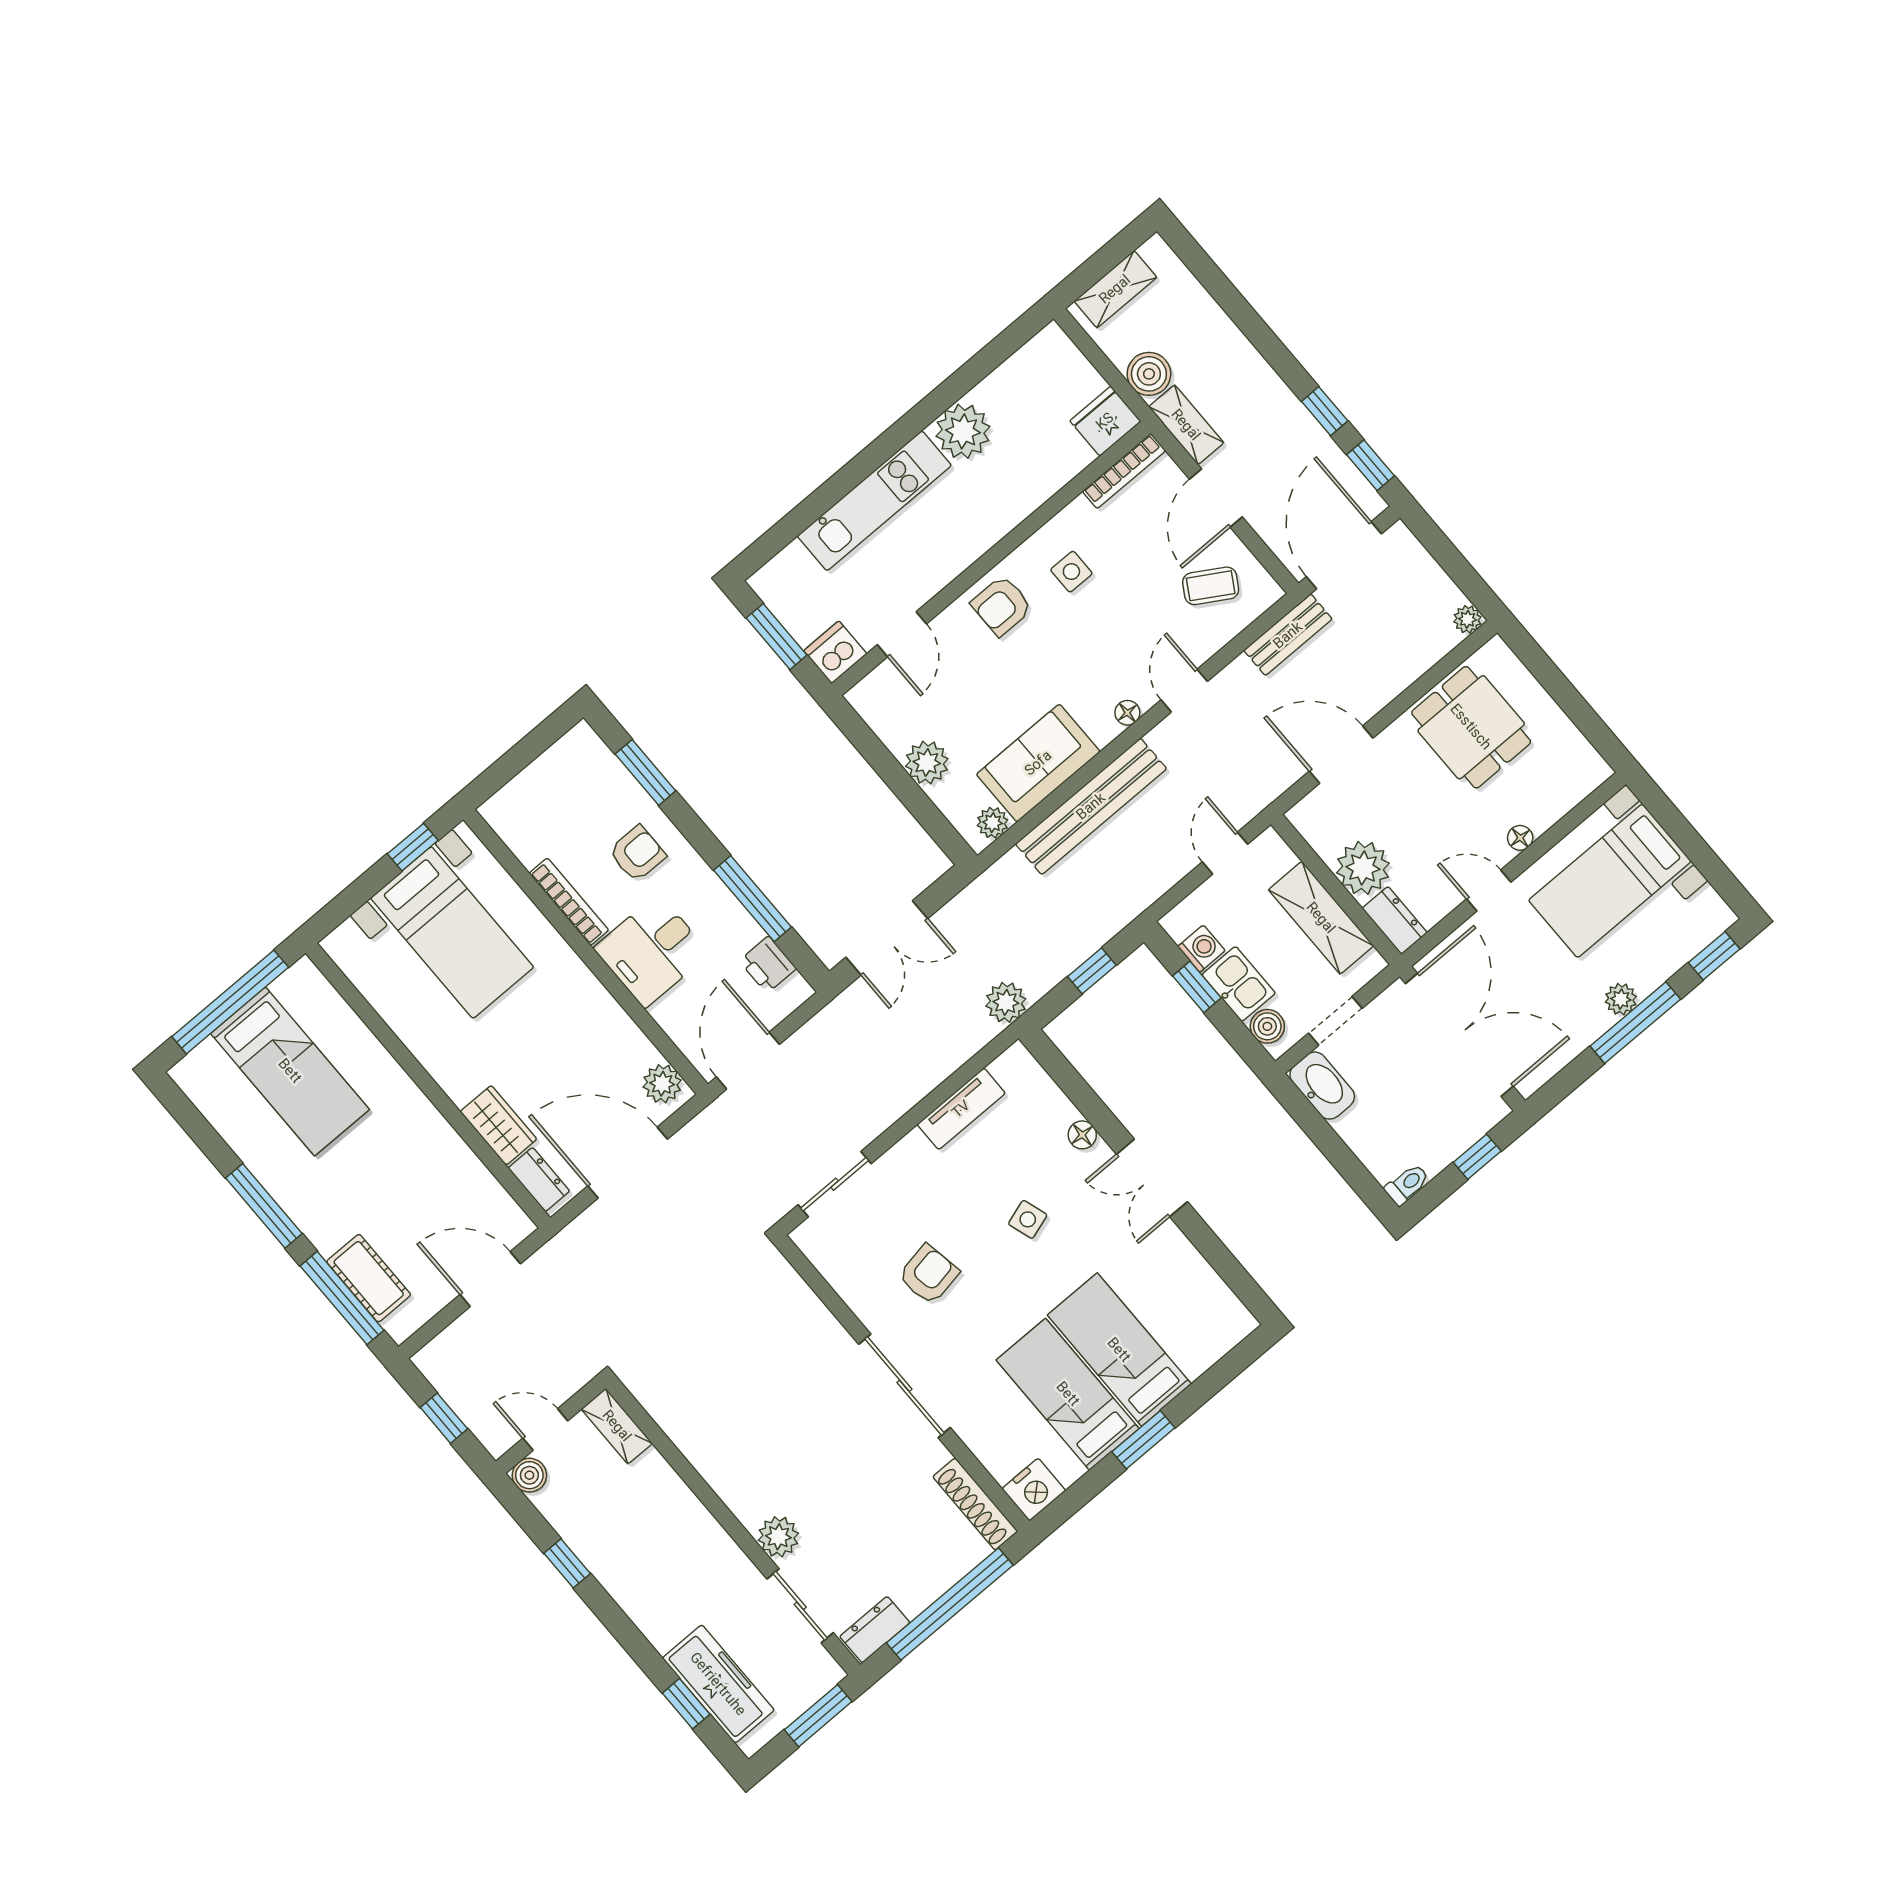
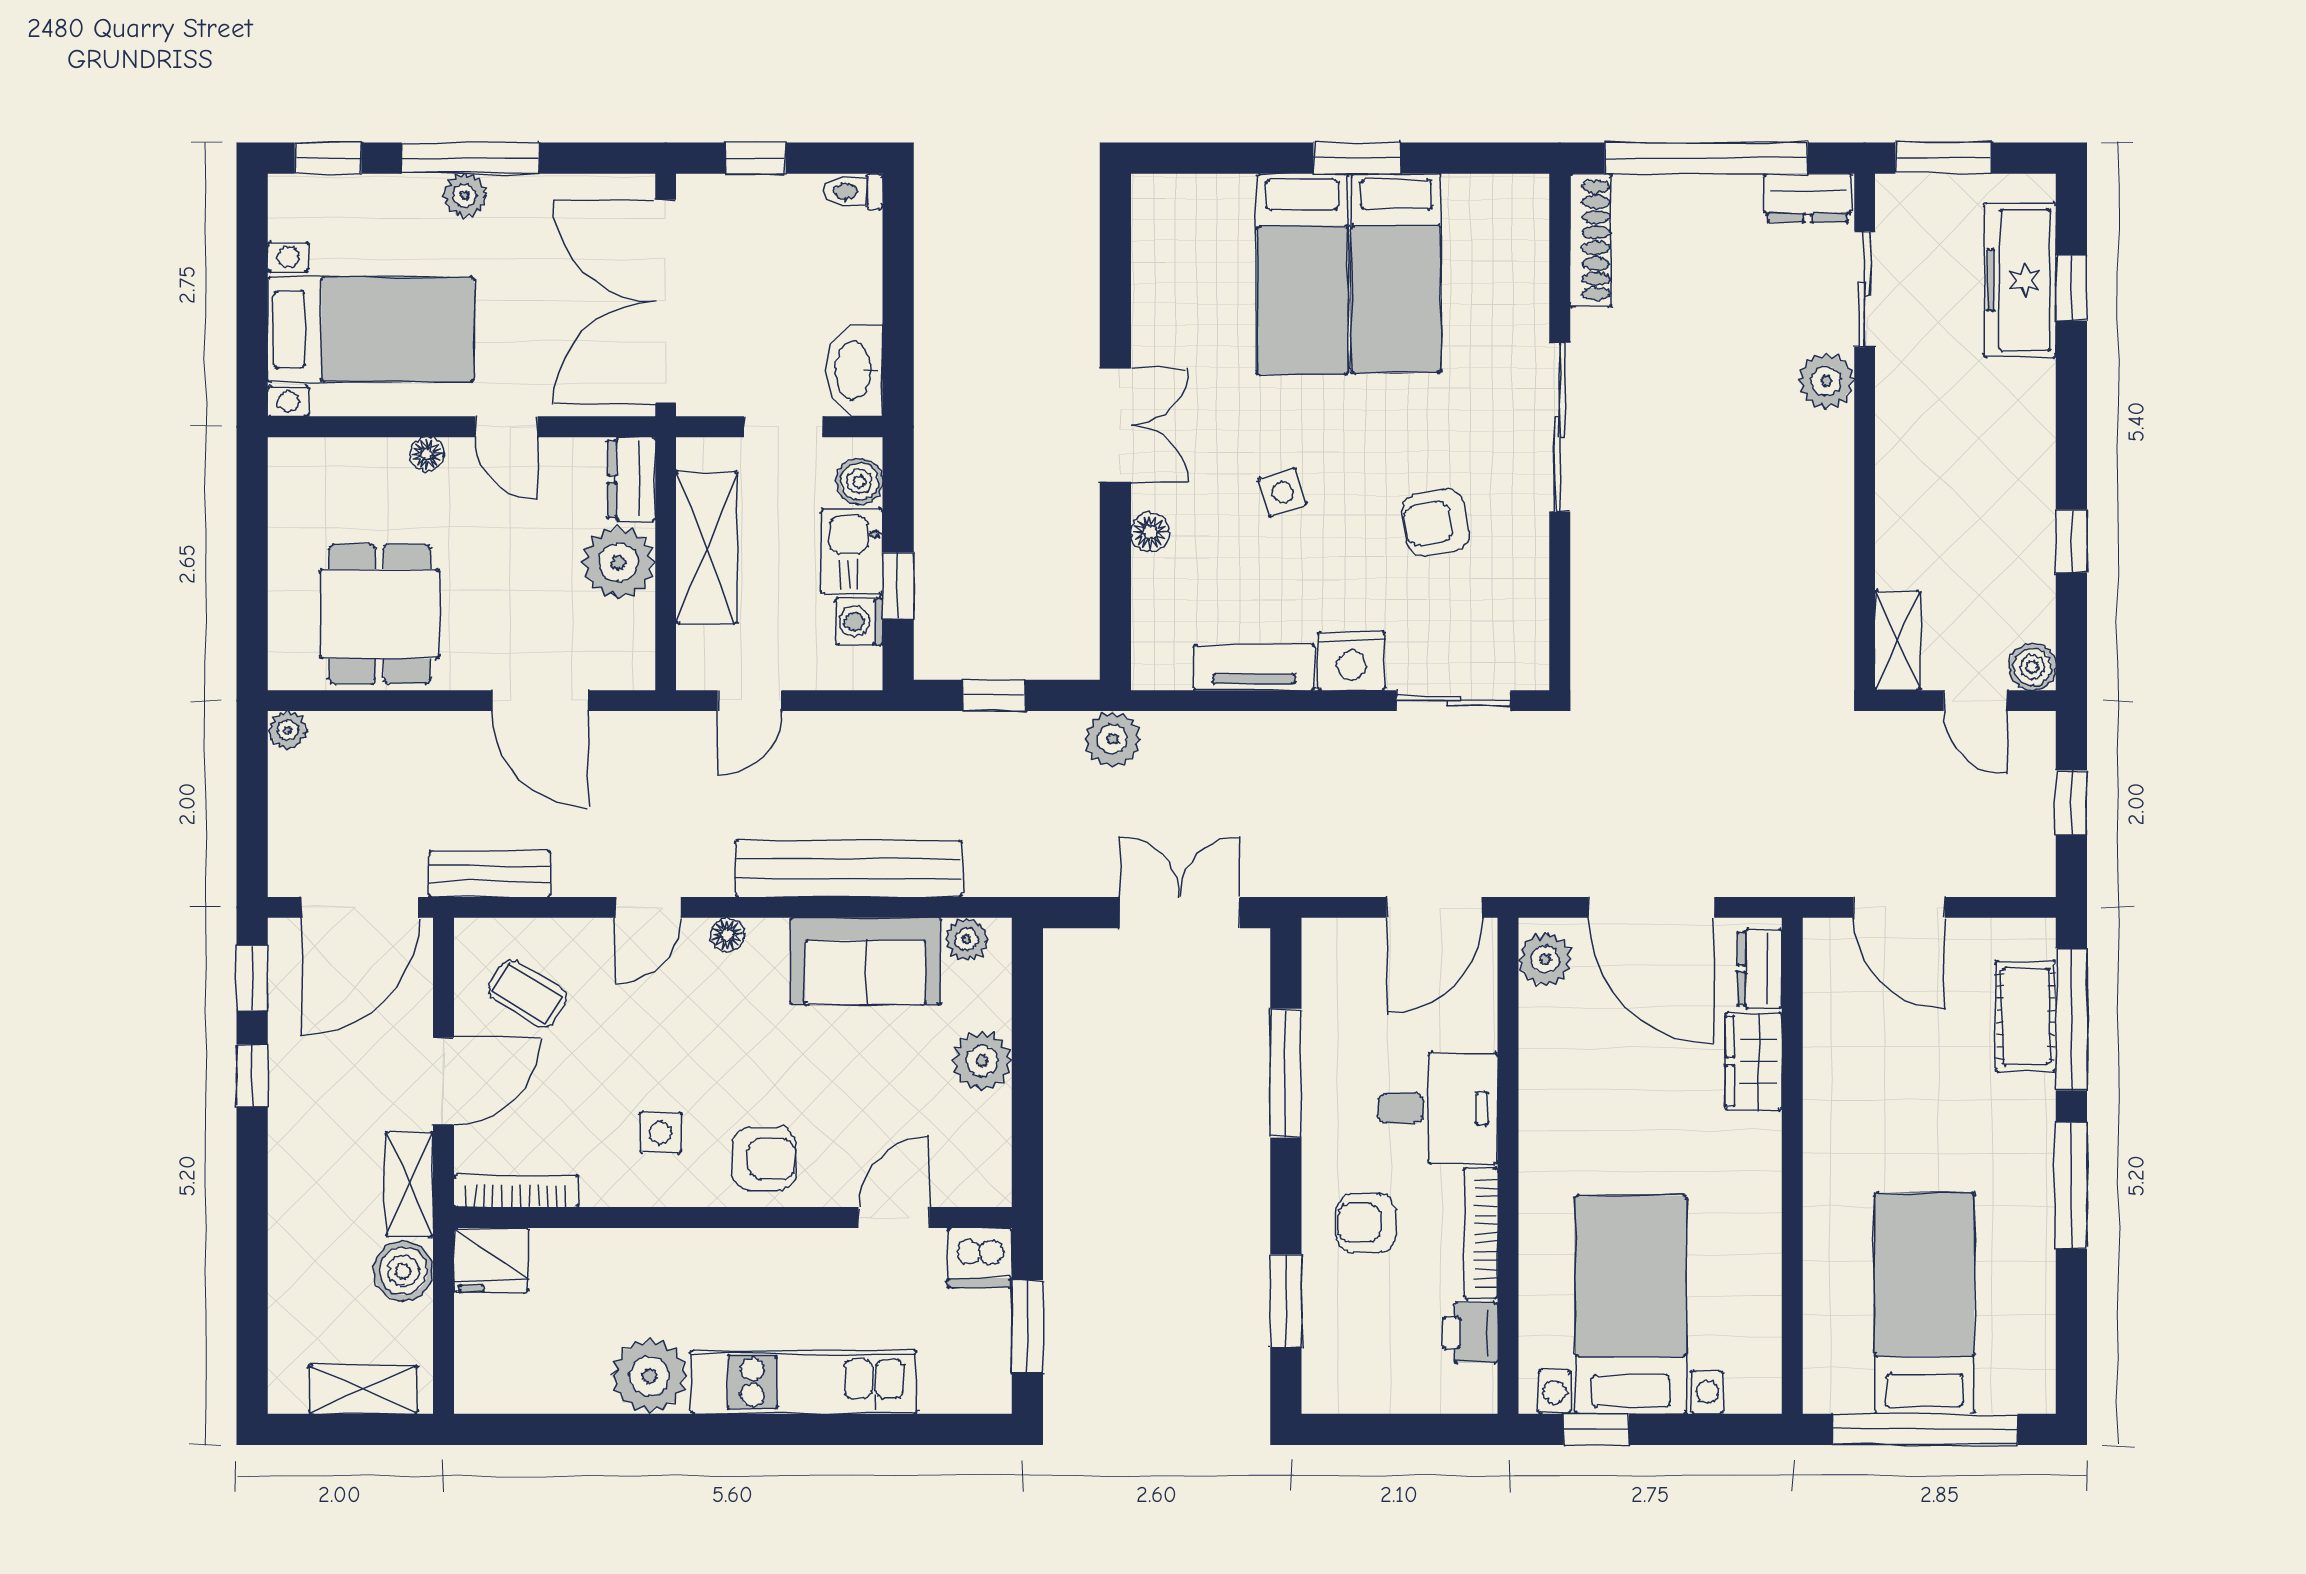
printer: (768, 965) -> (1470, 1333), moved, turned 180
nightstand: (1034, 1490) -> (1351, 661), moved, turned 180

